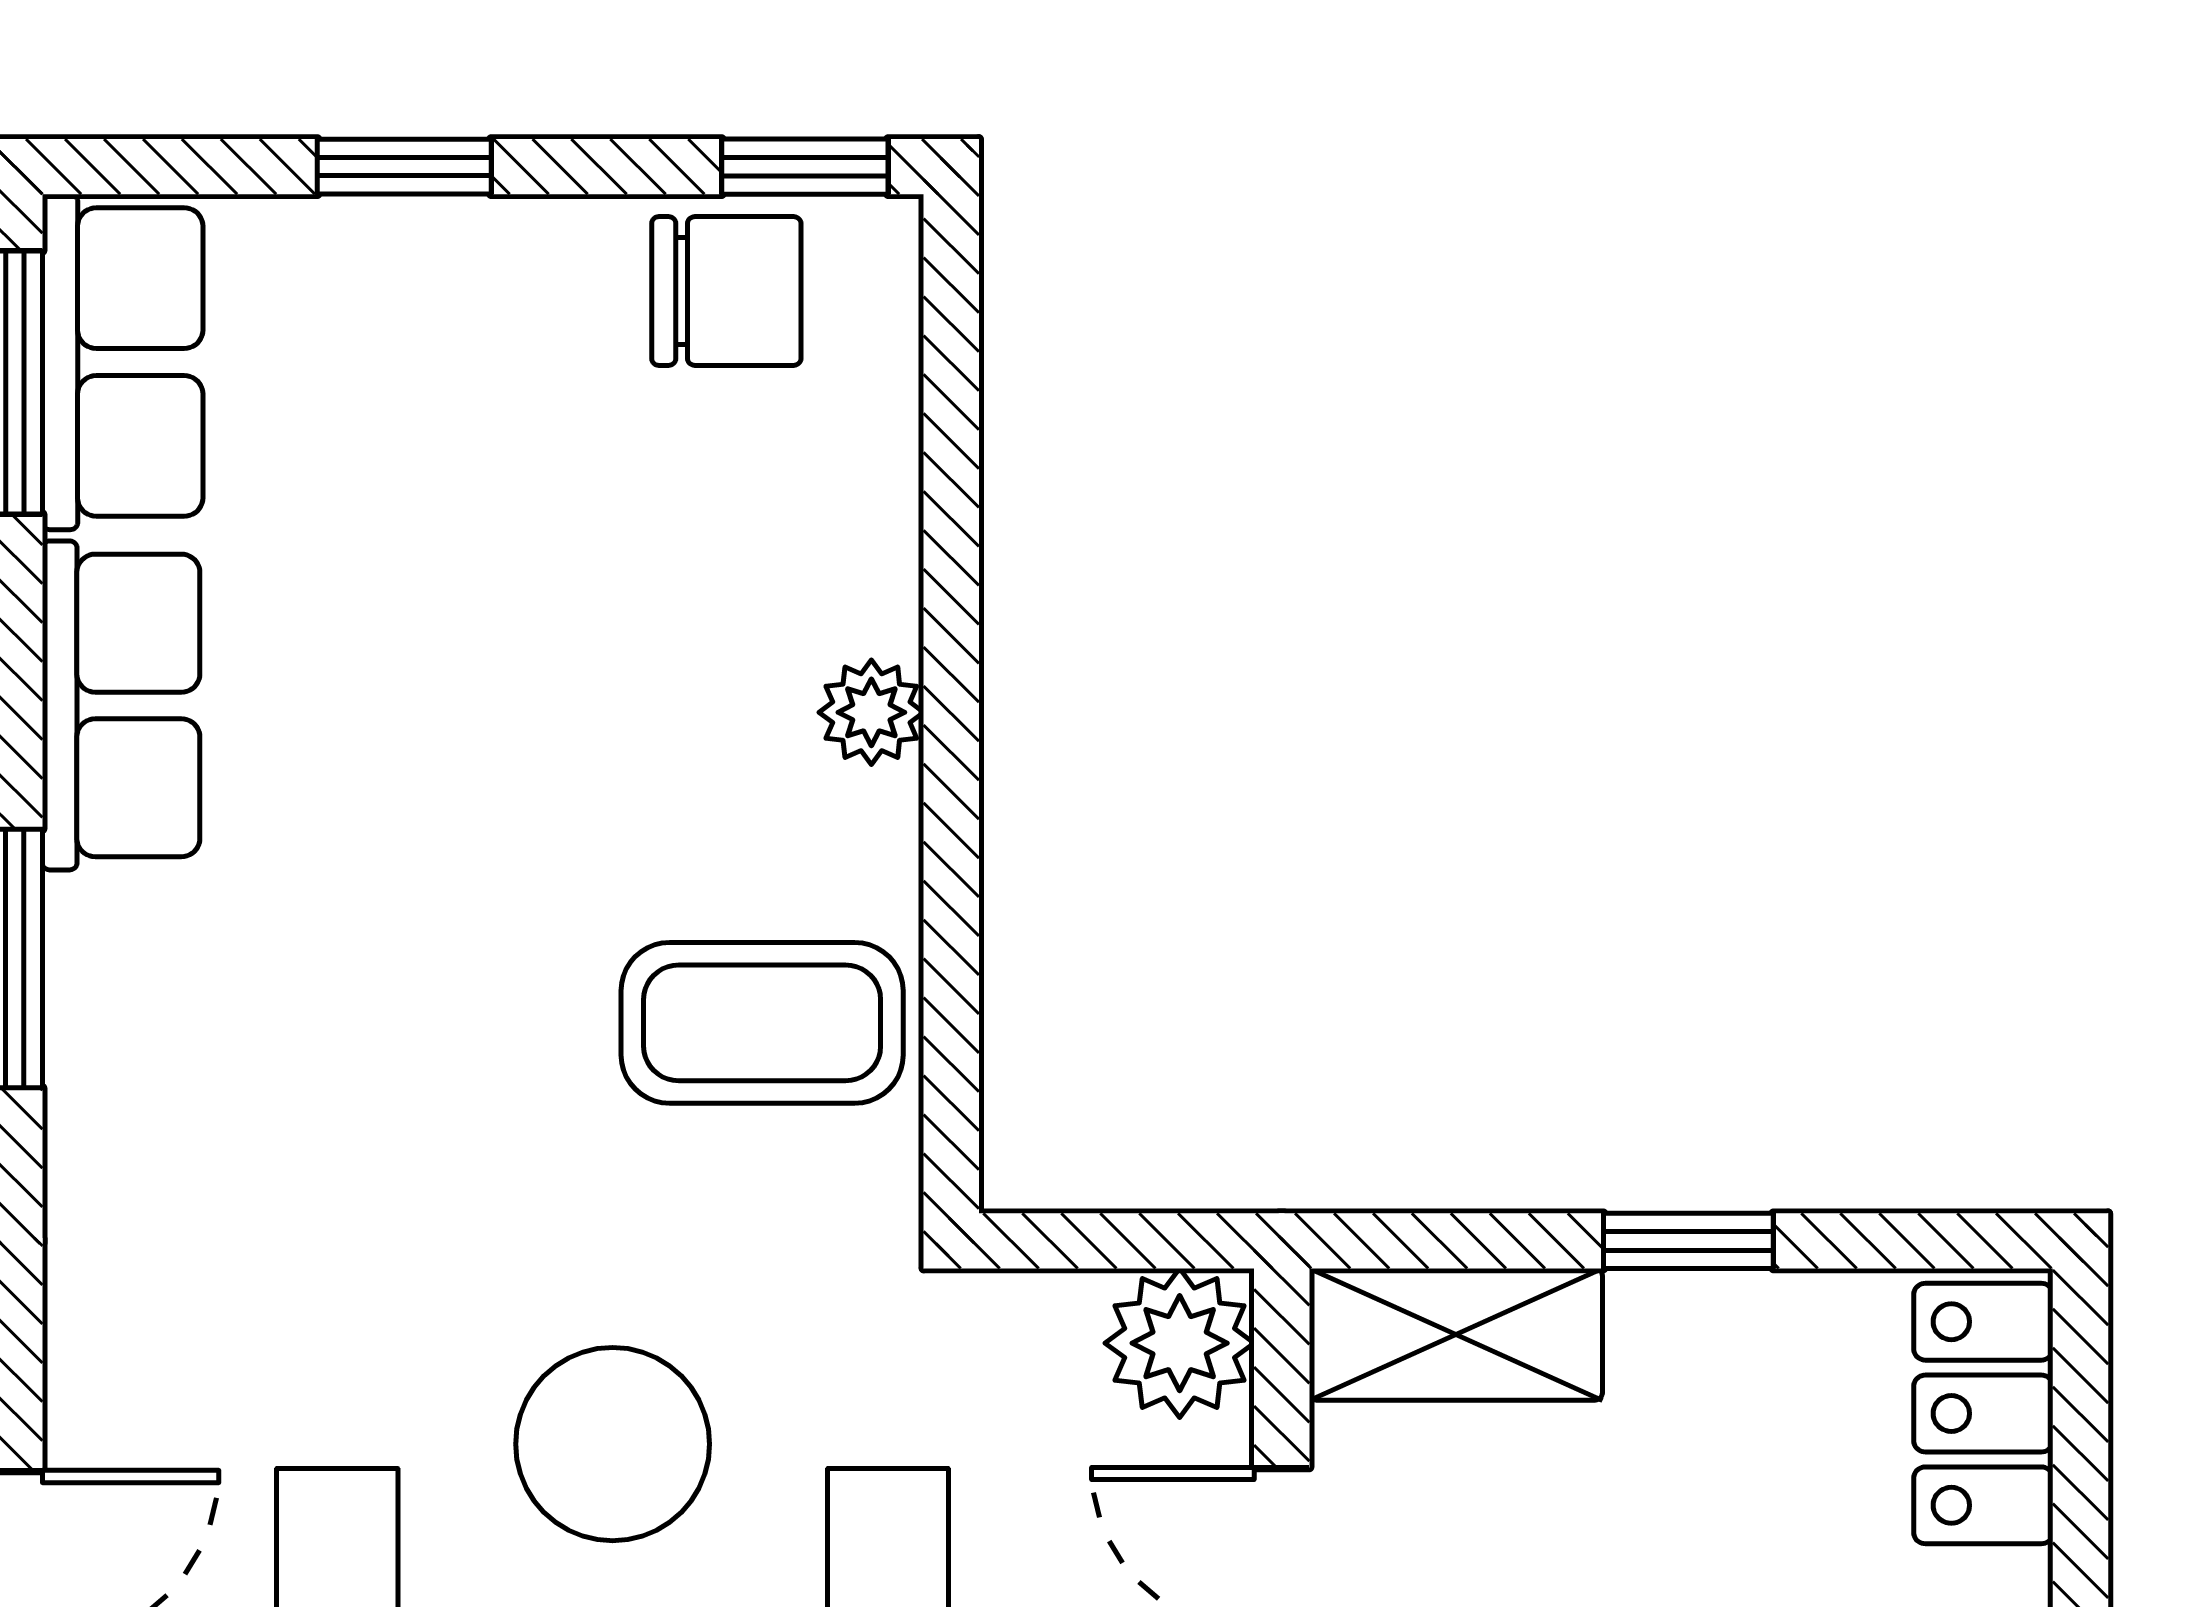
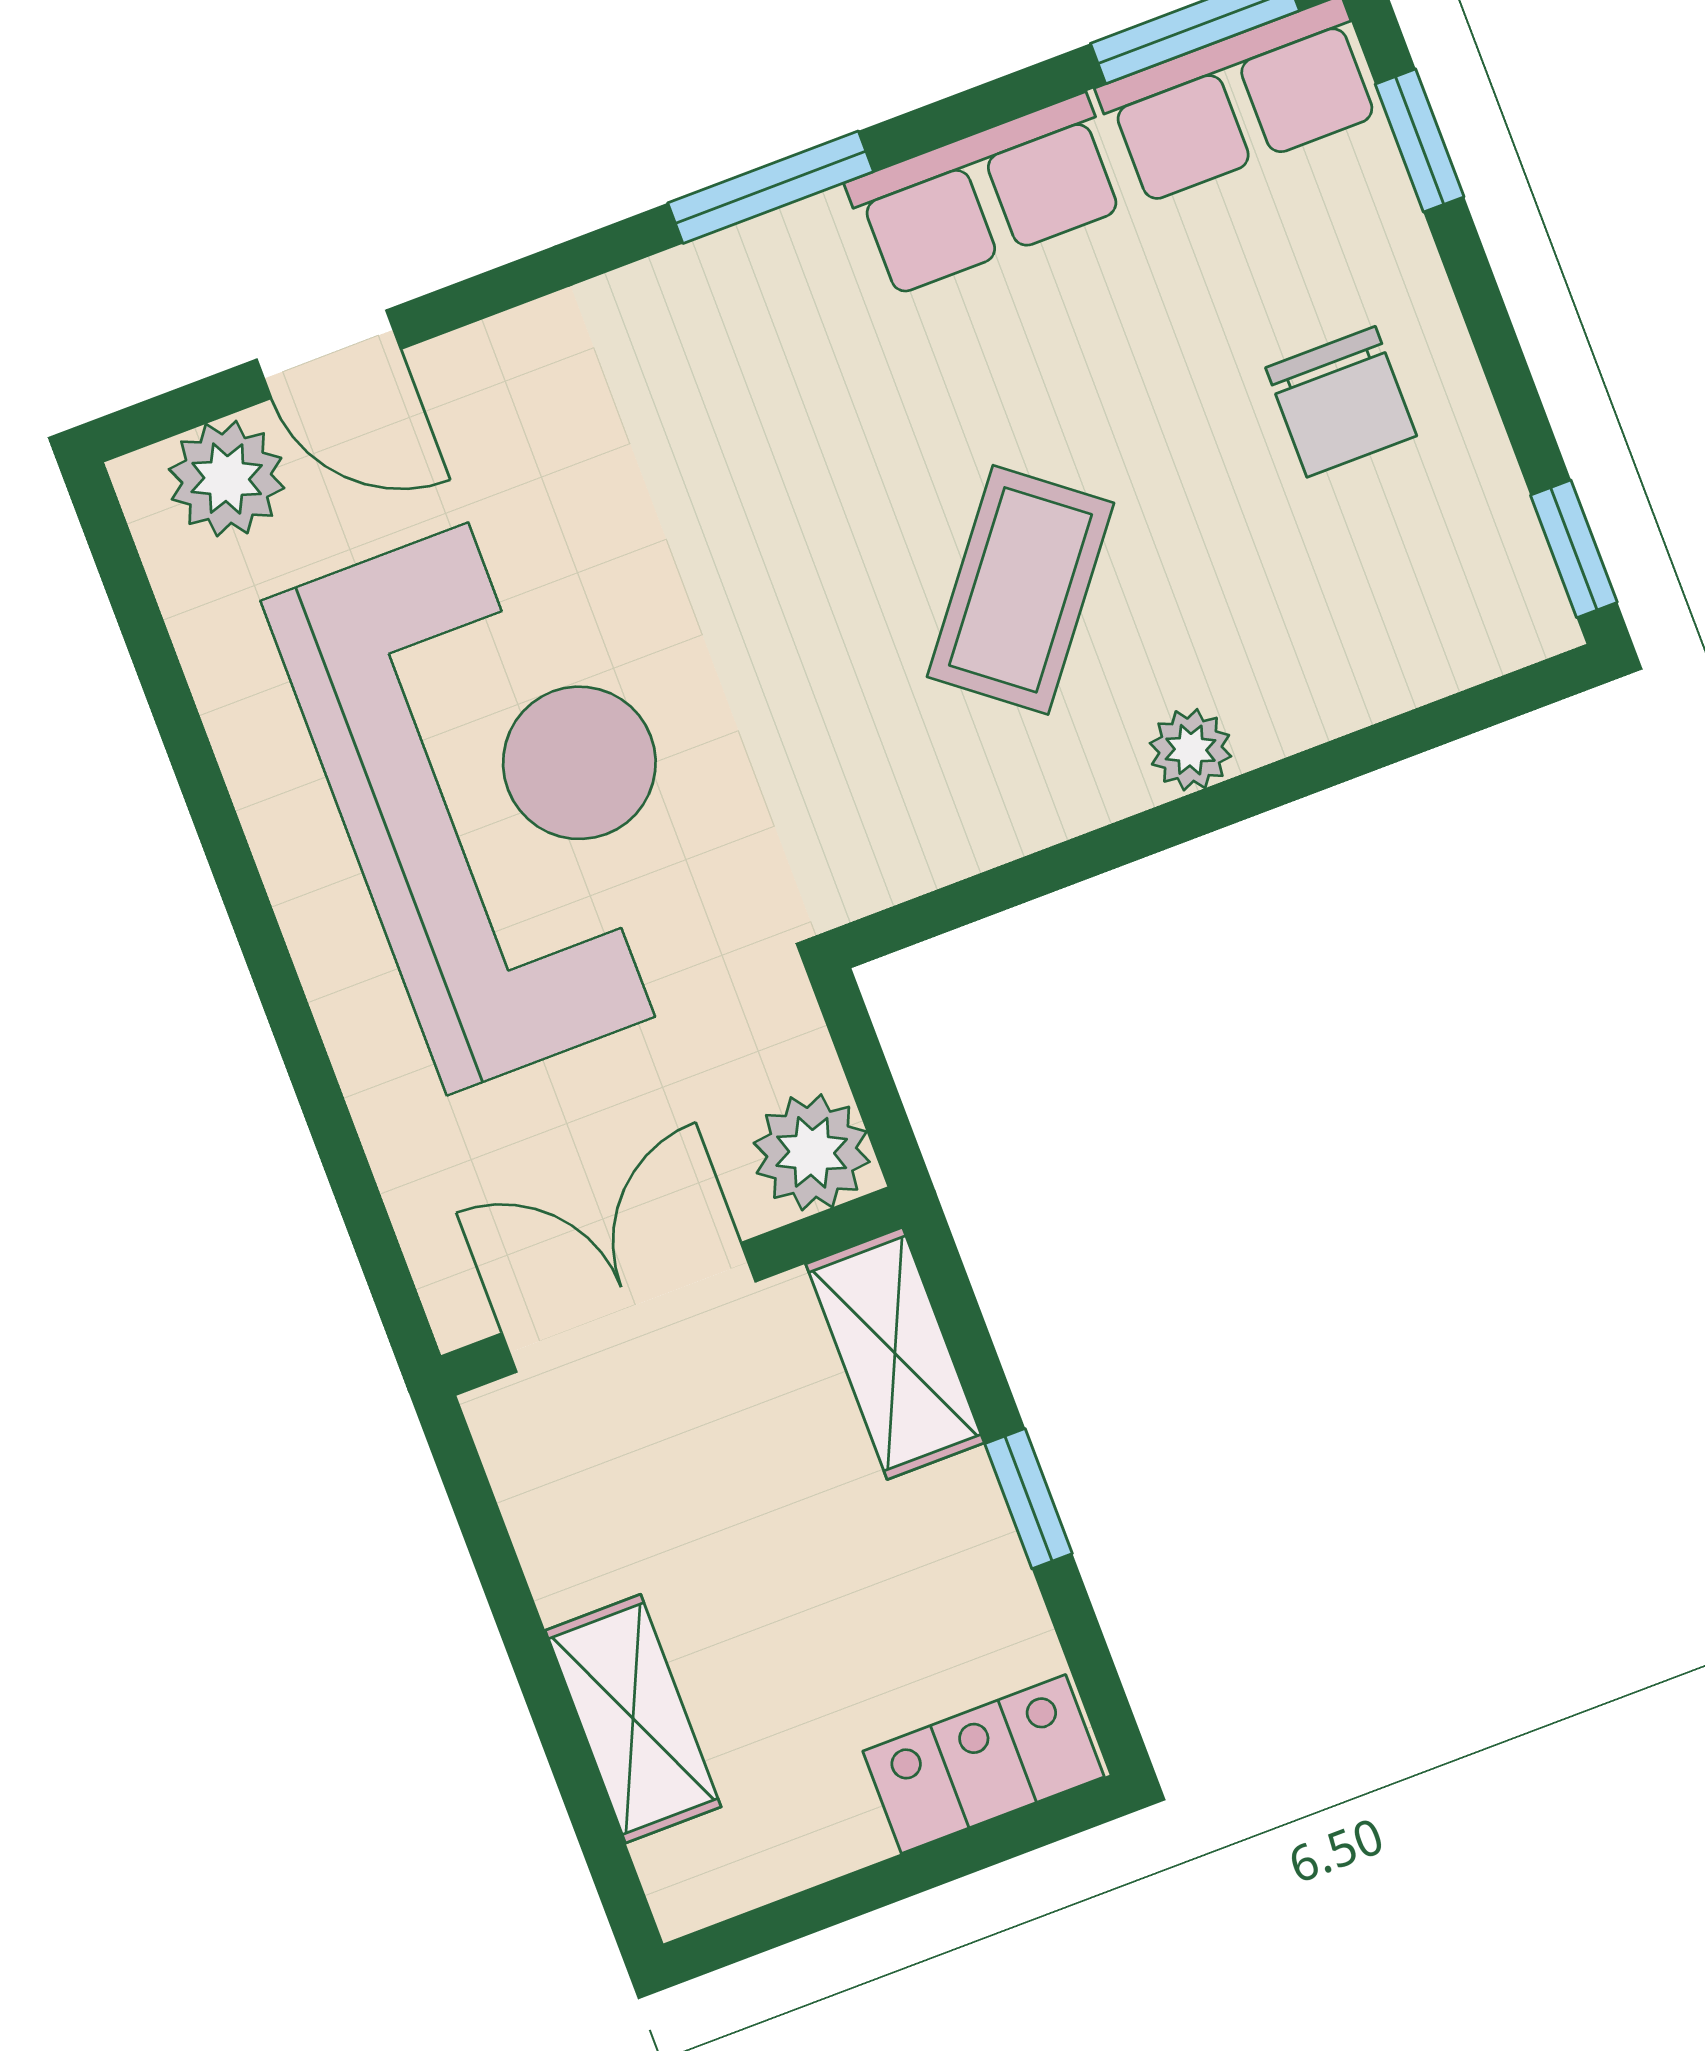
window: (404, 167) -> (1420, 141), moved
chair: (726, 291) -> (1341, 402), moved
coffee table: (762, 1023) -> (1020, 590), moved, turned 38

